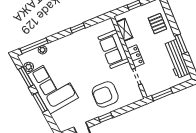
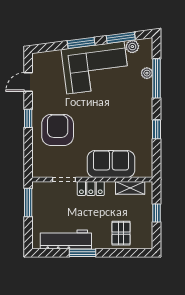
pallet: (157, 24) -> (121, 233), turned 90
window: (34, 46) -> (157, 78), moved

